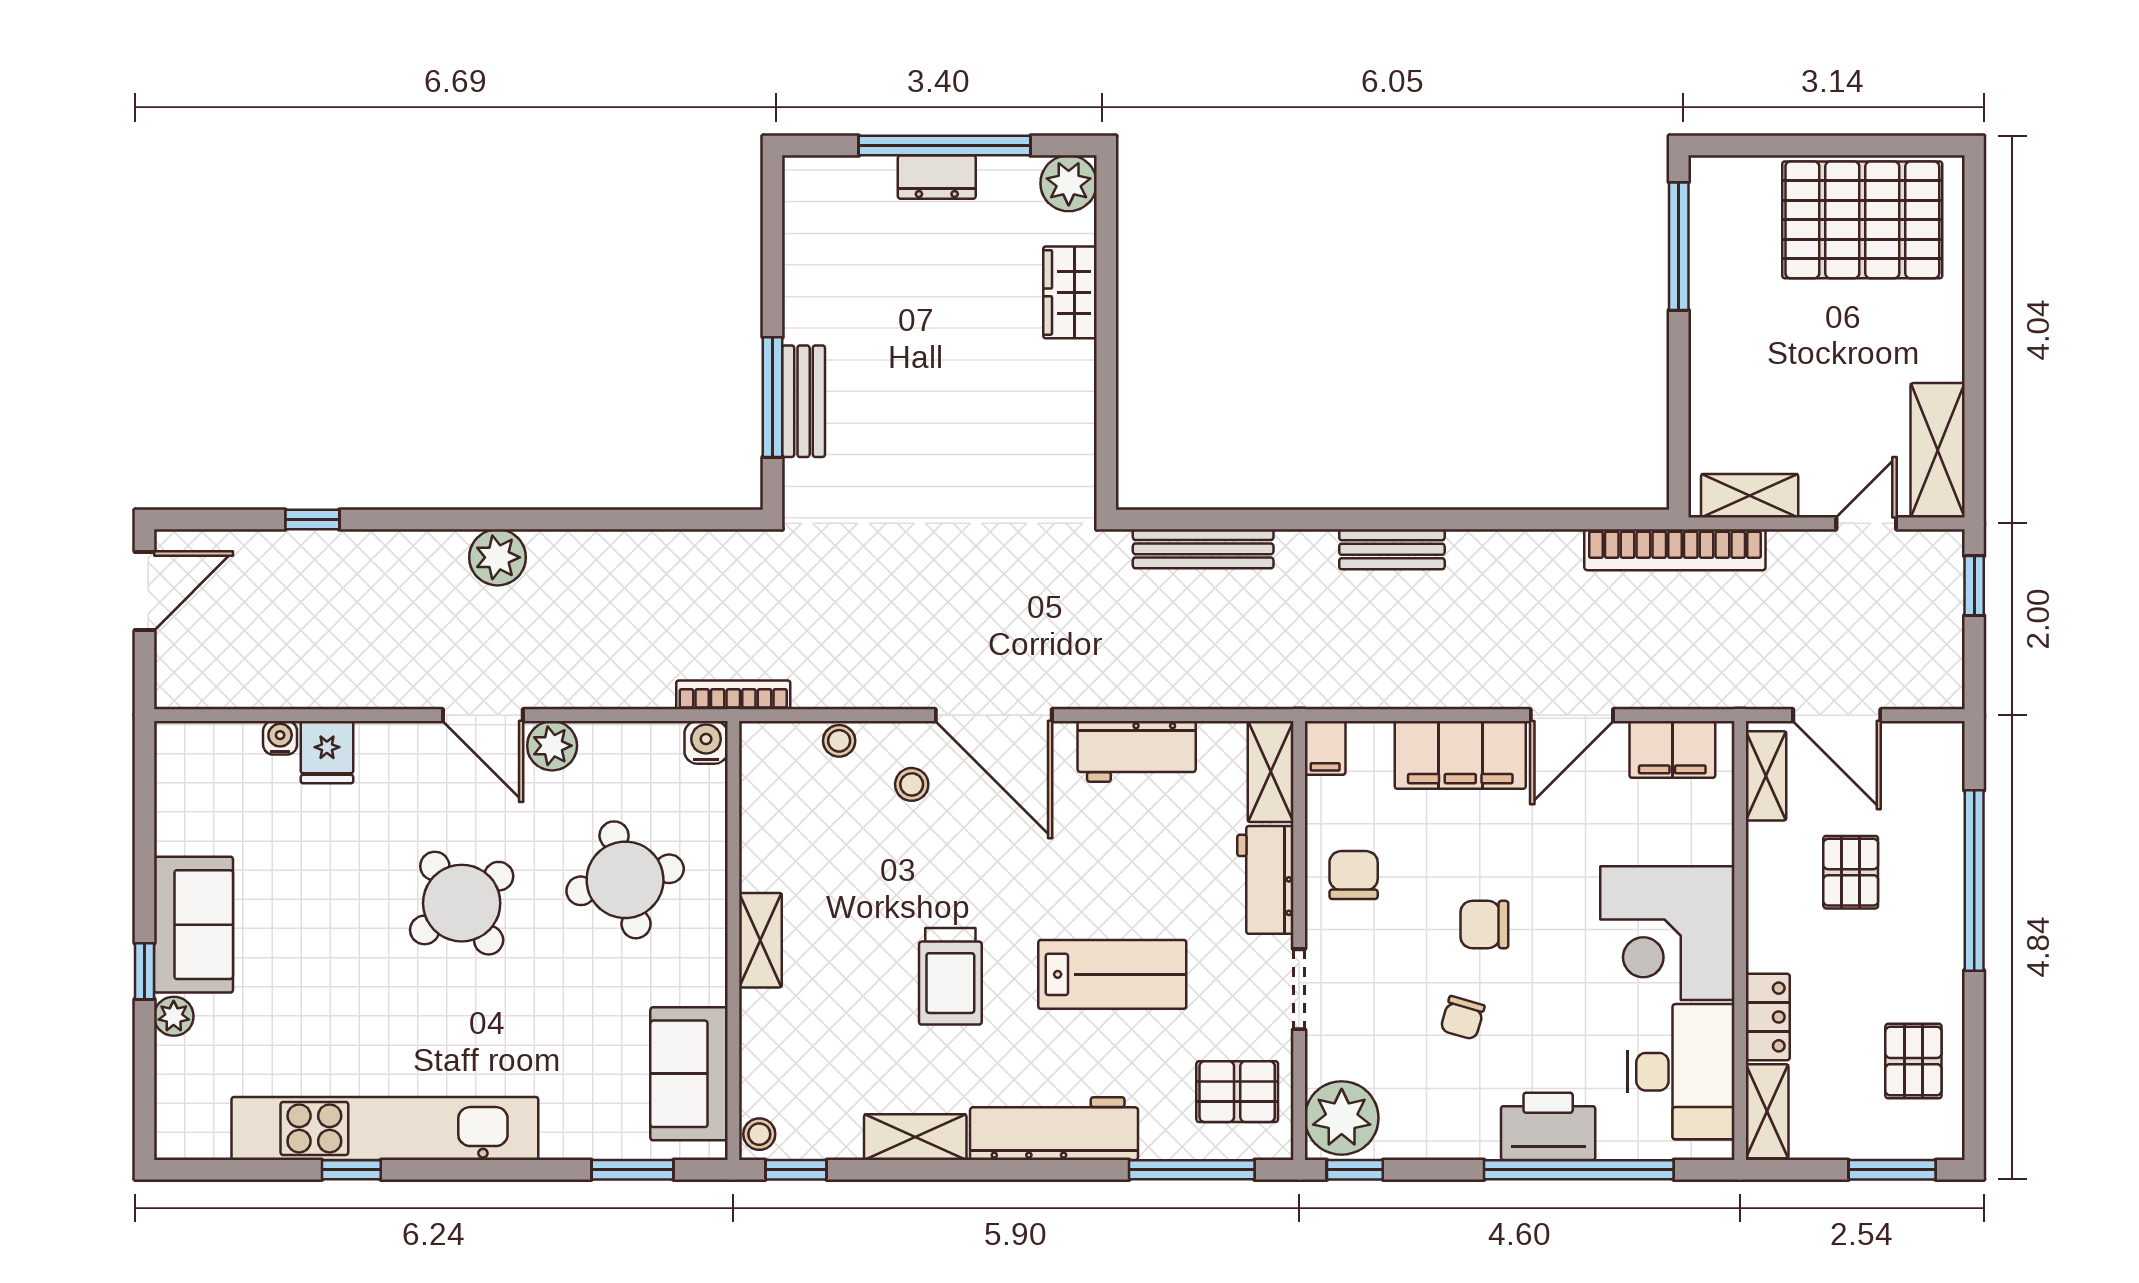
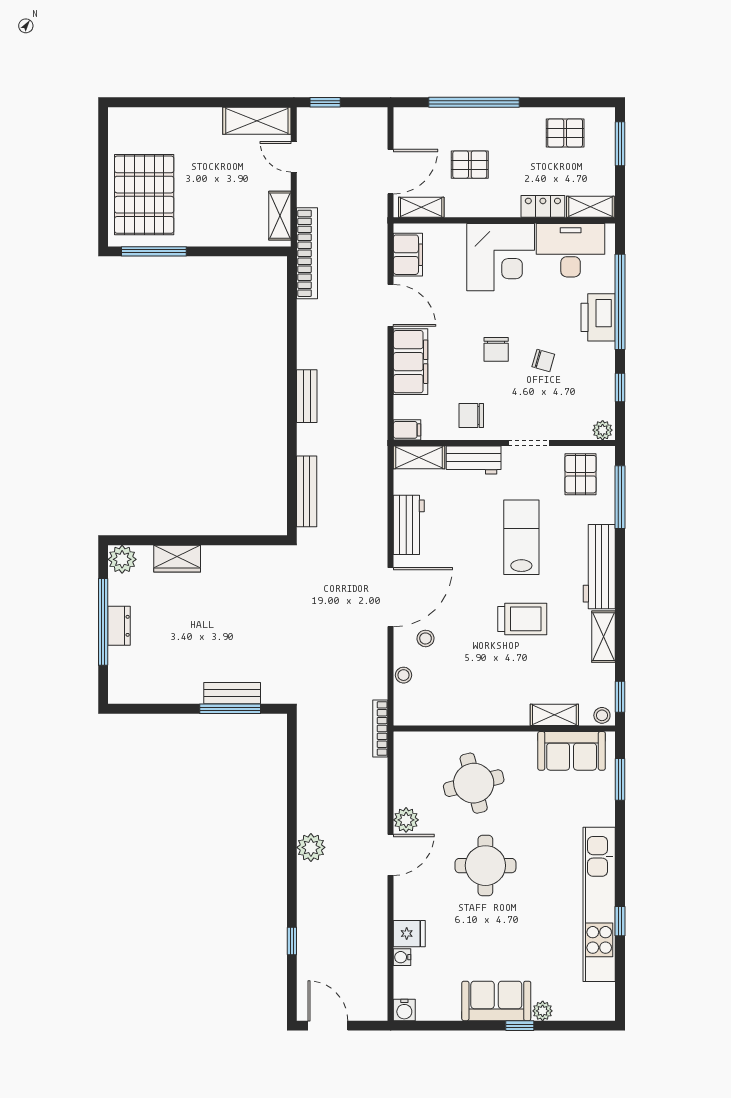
pallet: (1862, 220) -> (144, 195), moved
water cooler: (706, 742) -> (404, 1010), moved, turned -90
round table: (462, 903) -> (485, 866), turned 36
shelving: (760, 940) -> (554, 715), moved
plant: (1342, 1118) -> (603, 430), width x0.53, depth x0.53
window: (1355, 1170) -> (620, 388), moved

